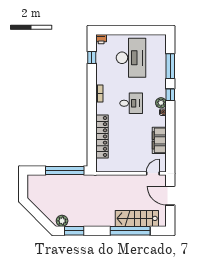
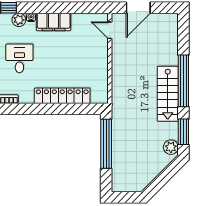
filing cabinet: (159, 140) -> (54, 22), moved
stairs: (137, 218) -> (168, 94), moved
window: (130, 231) -> (183, 81), moved

